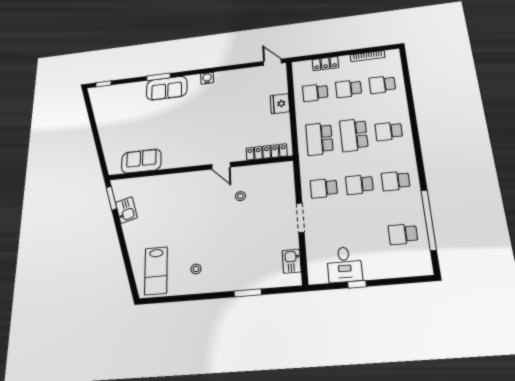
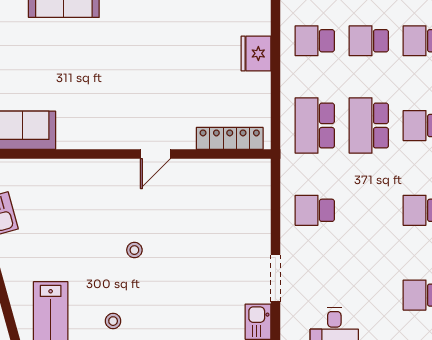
door: (221, 166) -> (155, 154), hinge flipped
school desk: (359, 185) -> (369, 210), removed
stool: (240, 196) -> (134, 250), moved
doorway: (300, 218) -> (275, 278), moved

